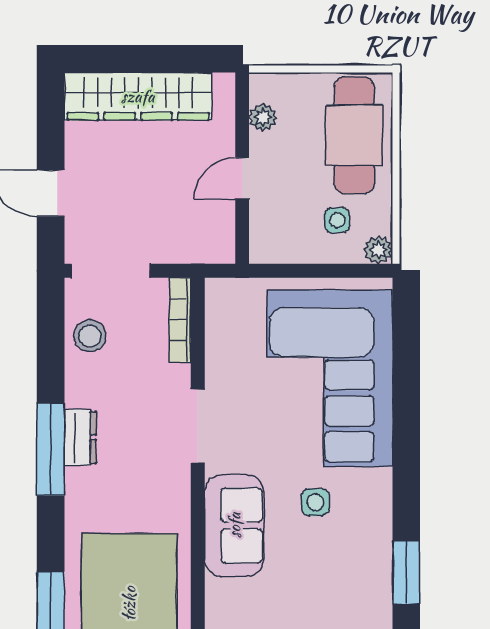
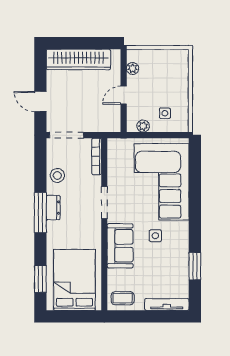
cafe table: (354, 135) -> (172, 76), removed
plant: (379, 250) -> (143, 126), moved
stool: (90, 336) -> (57, 175), moved

